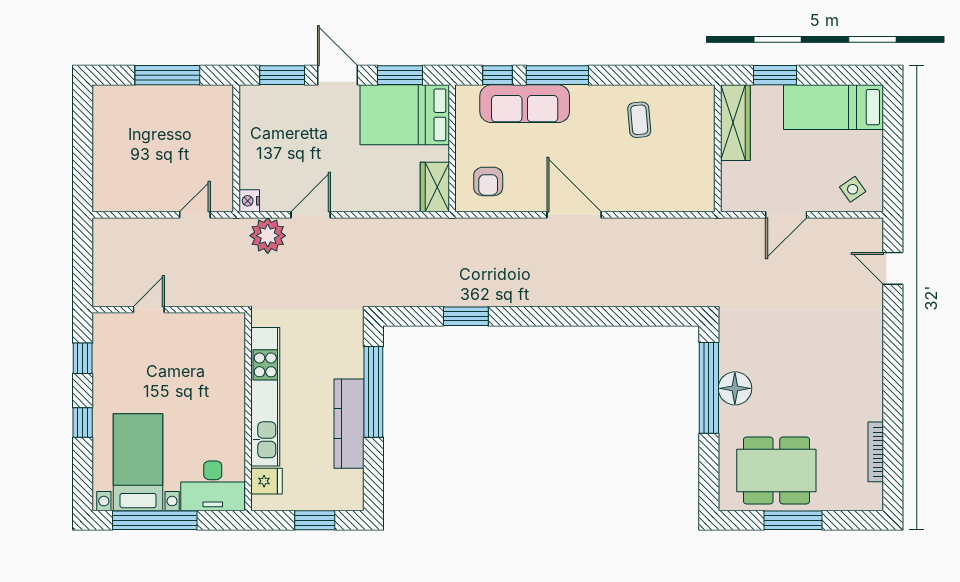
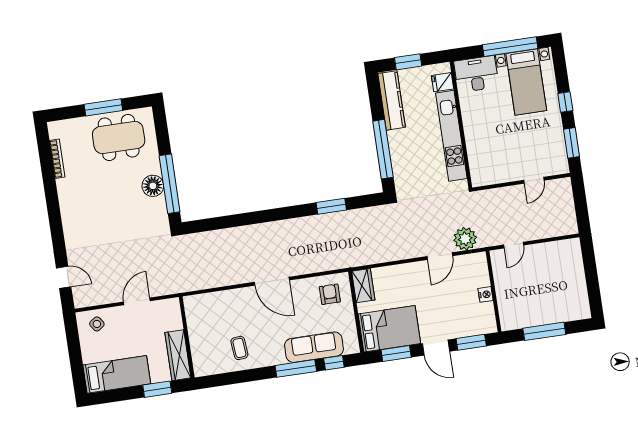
nightstand: (249, 201) -> (485, 294), moved
window: (83, 358) -> (571, 143), width x1.50
kitchen counter: (349, 424) -> (392, 100), moved

